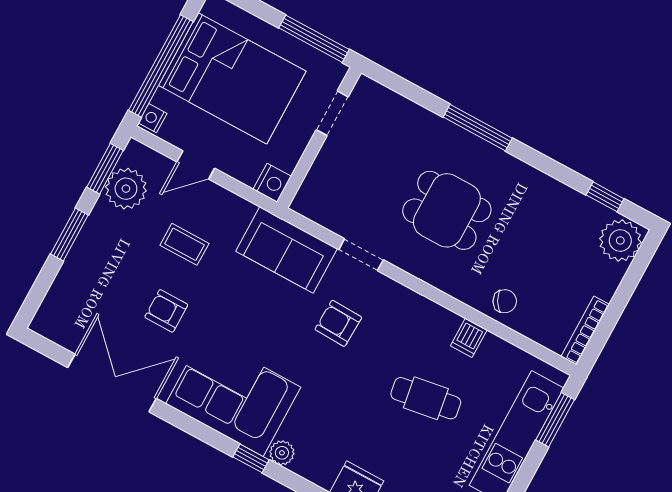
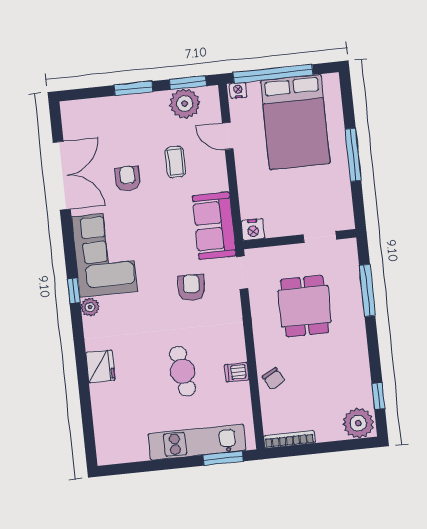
doorway: (332, 113) -> (320, 237), moved
wall: (319, 138) -> (300, 239), moved
nightstand: (272, 183) -> (253, 230), moved

